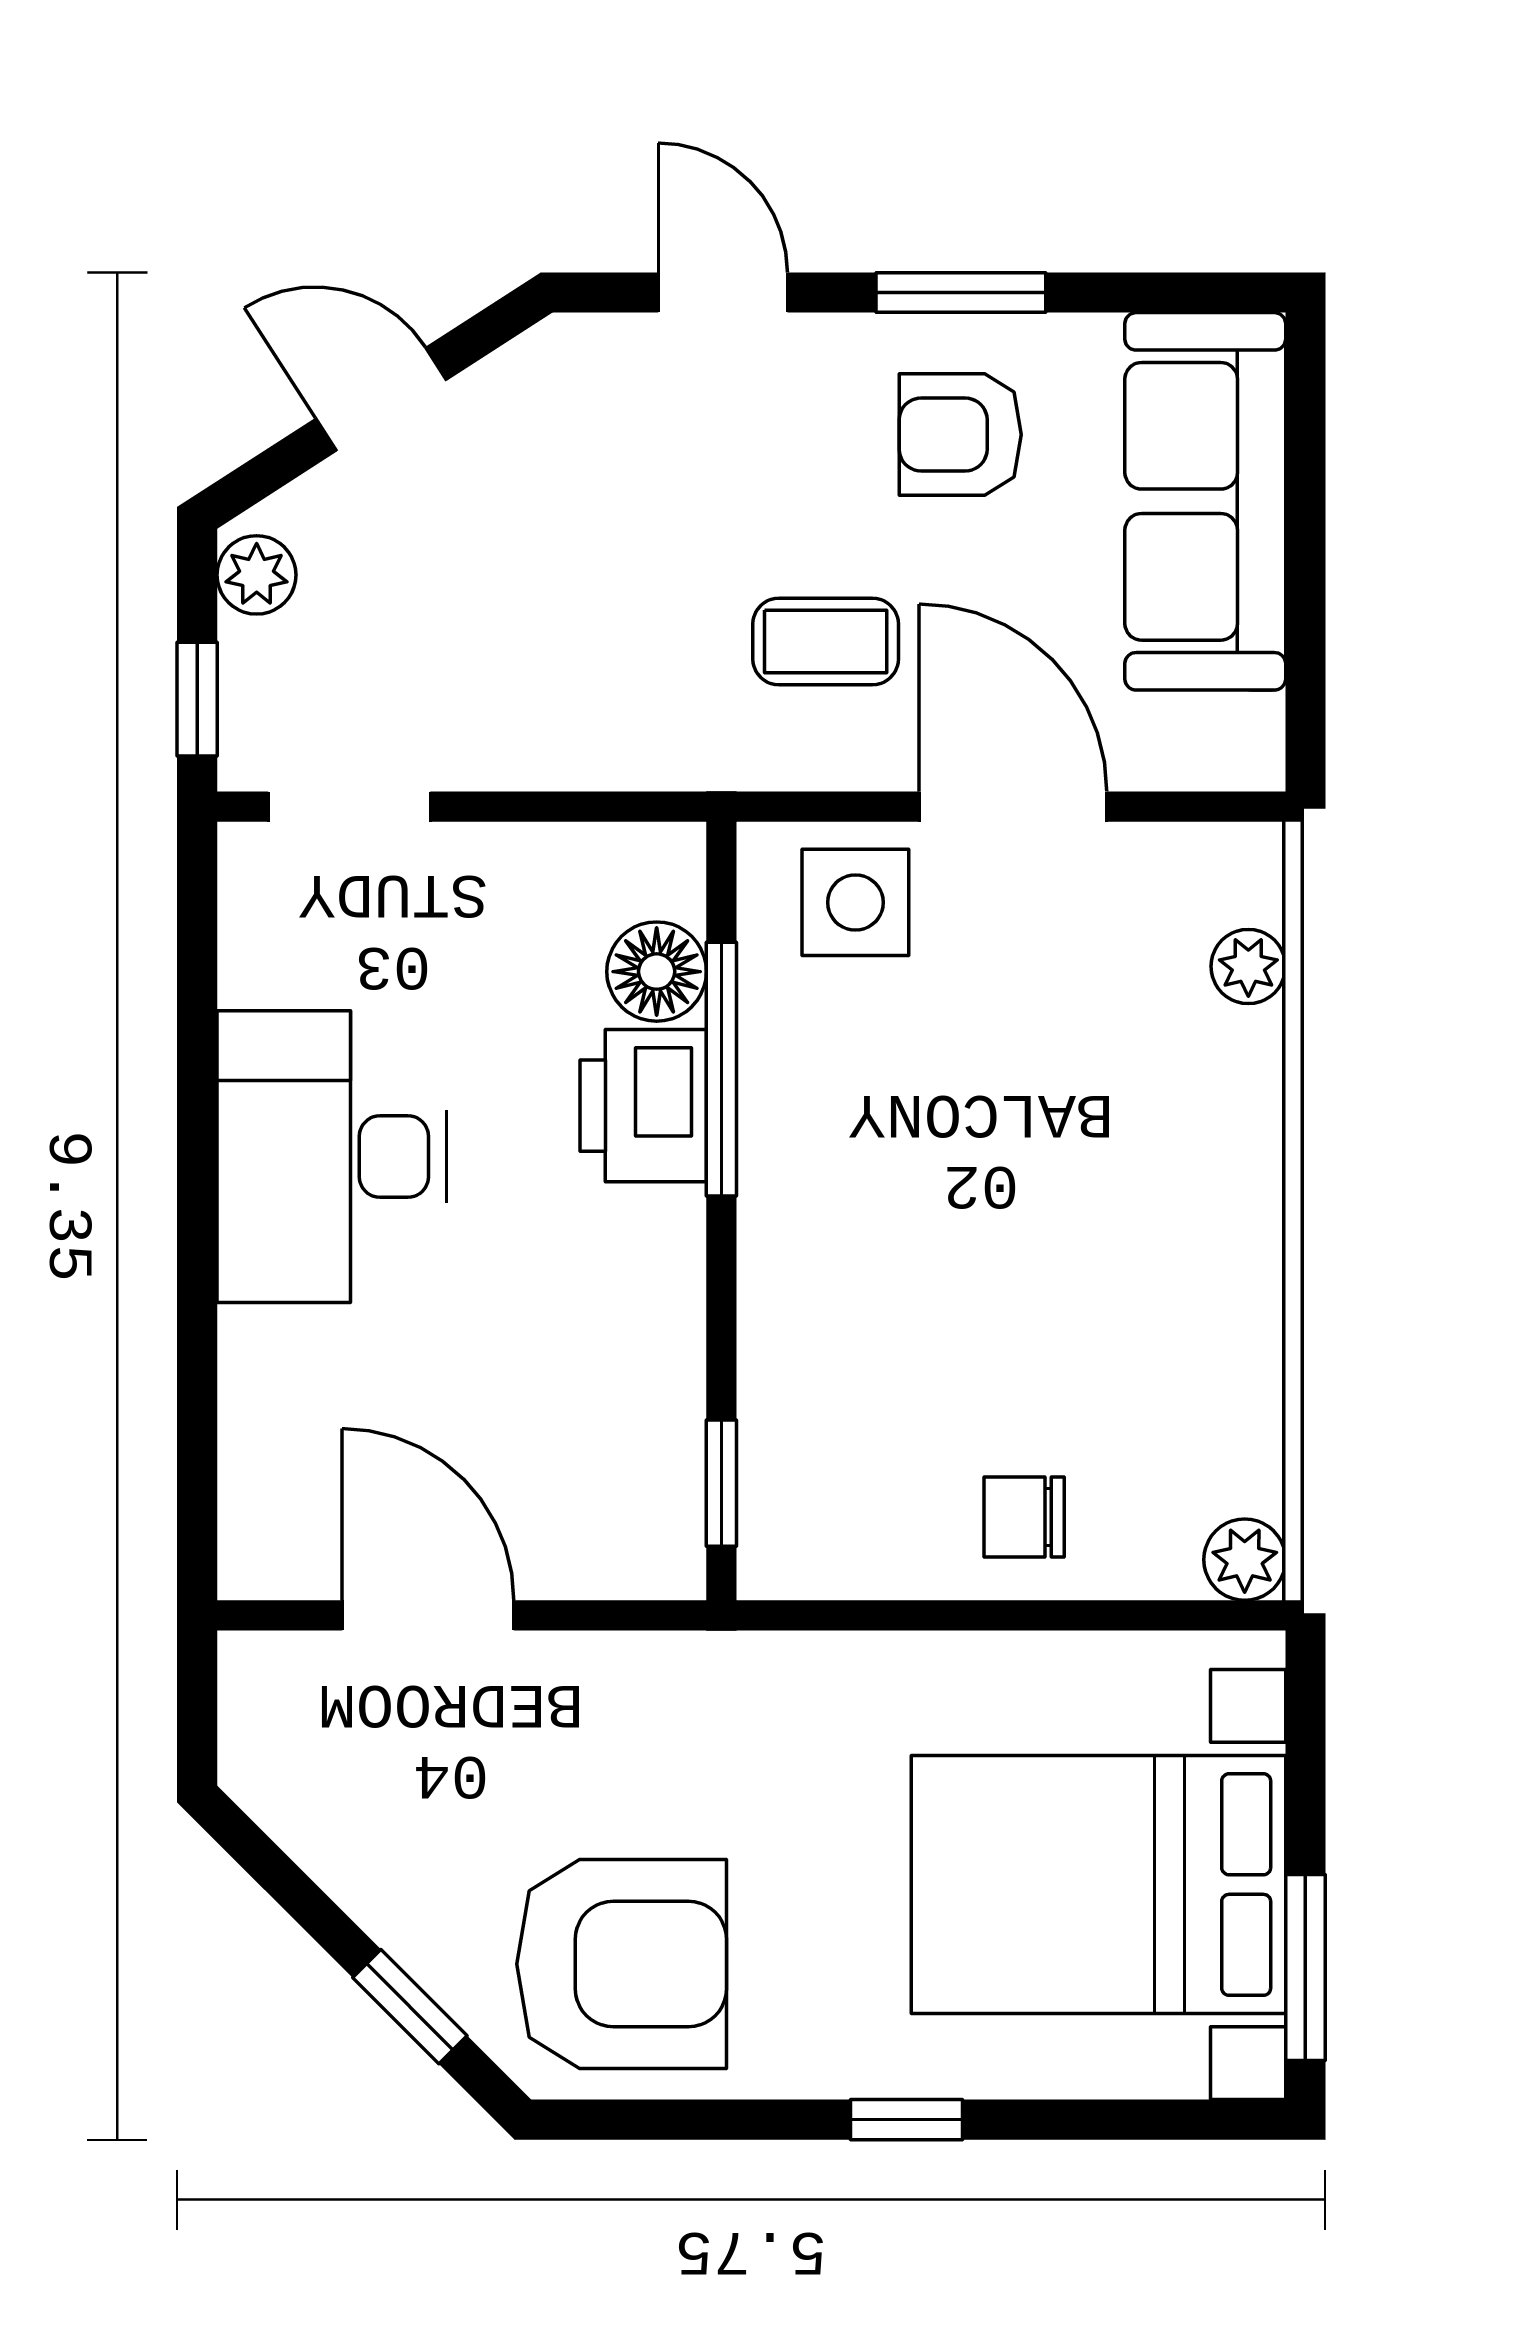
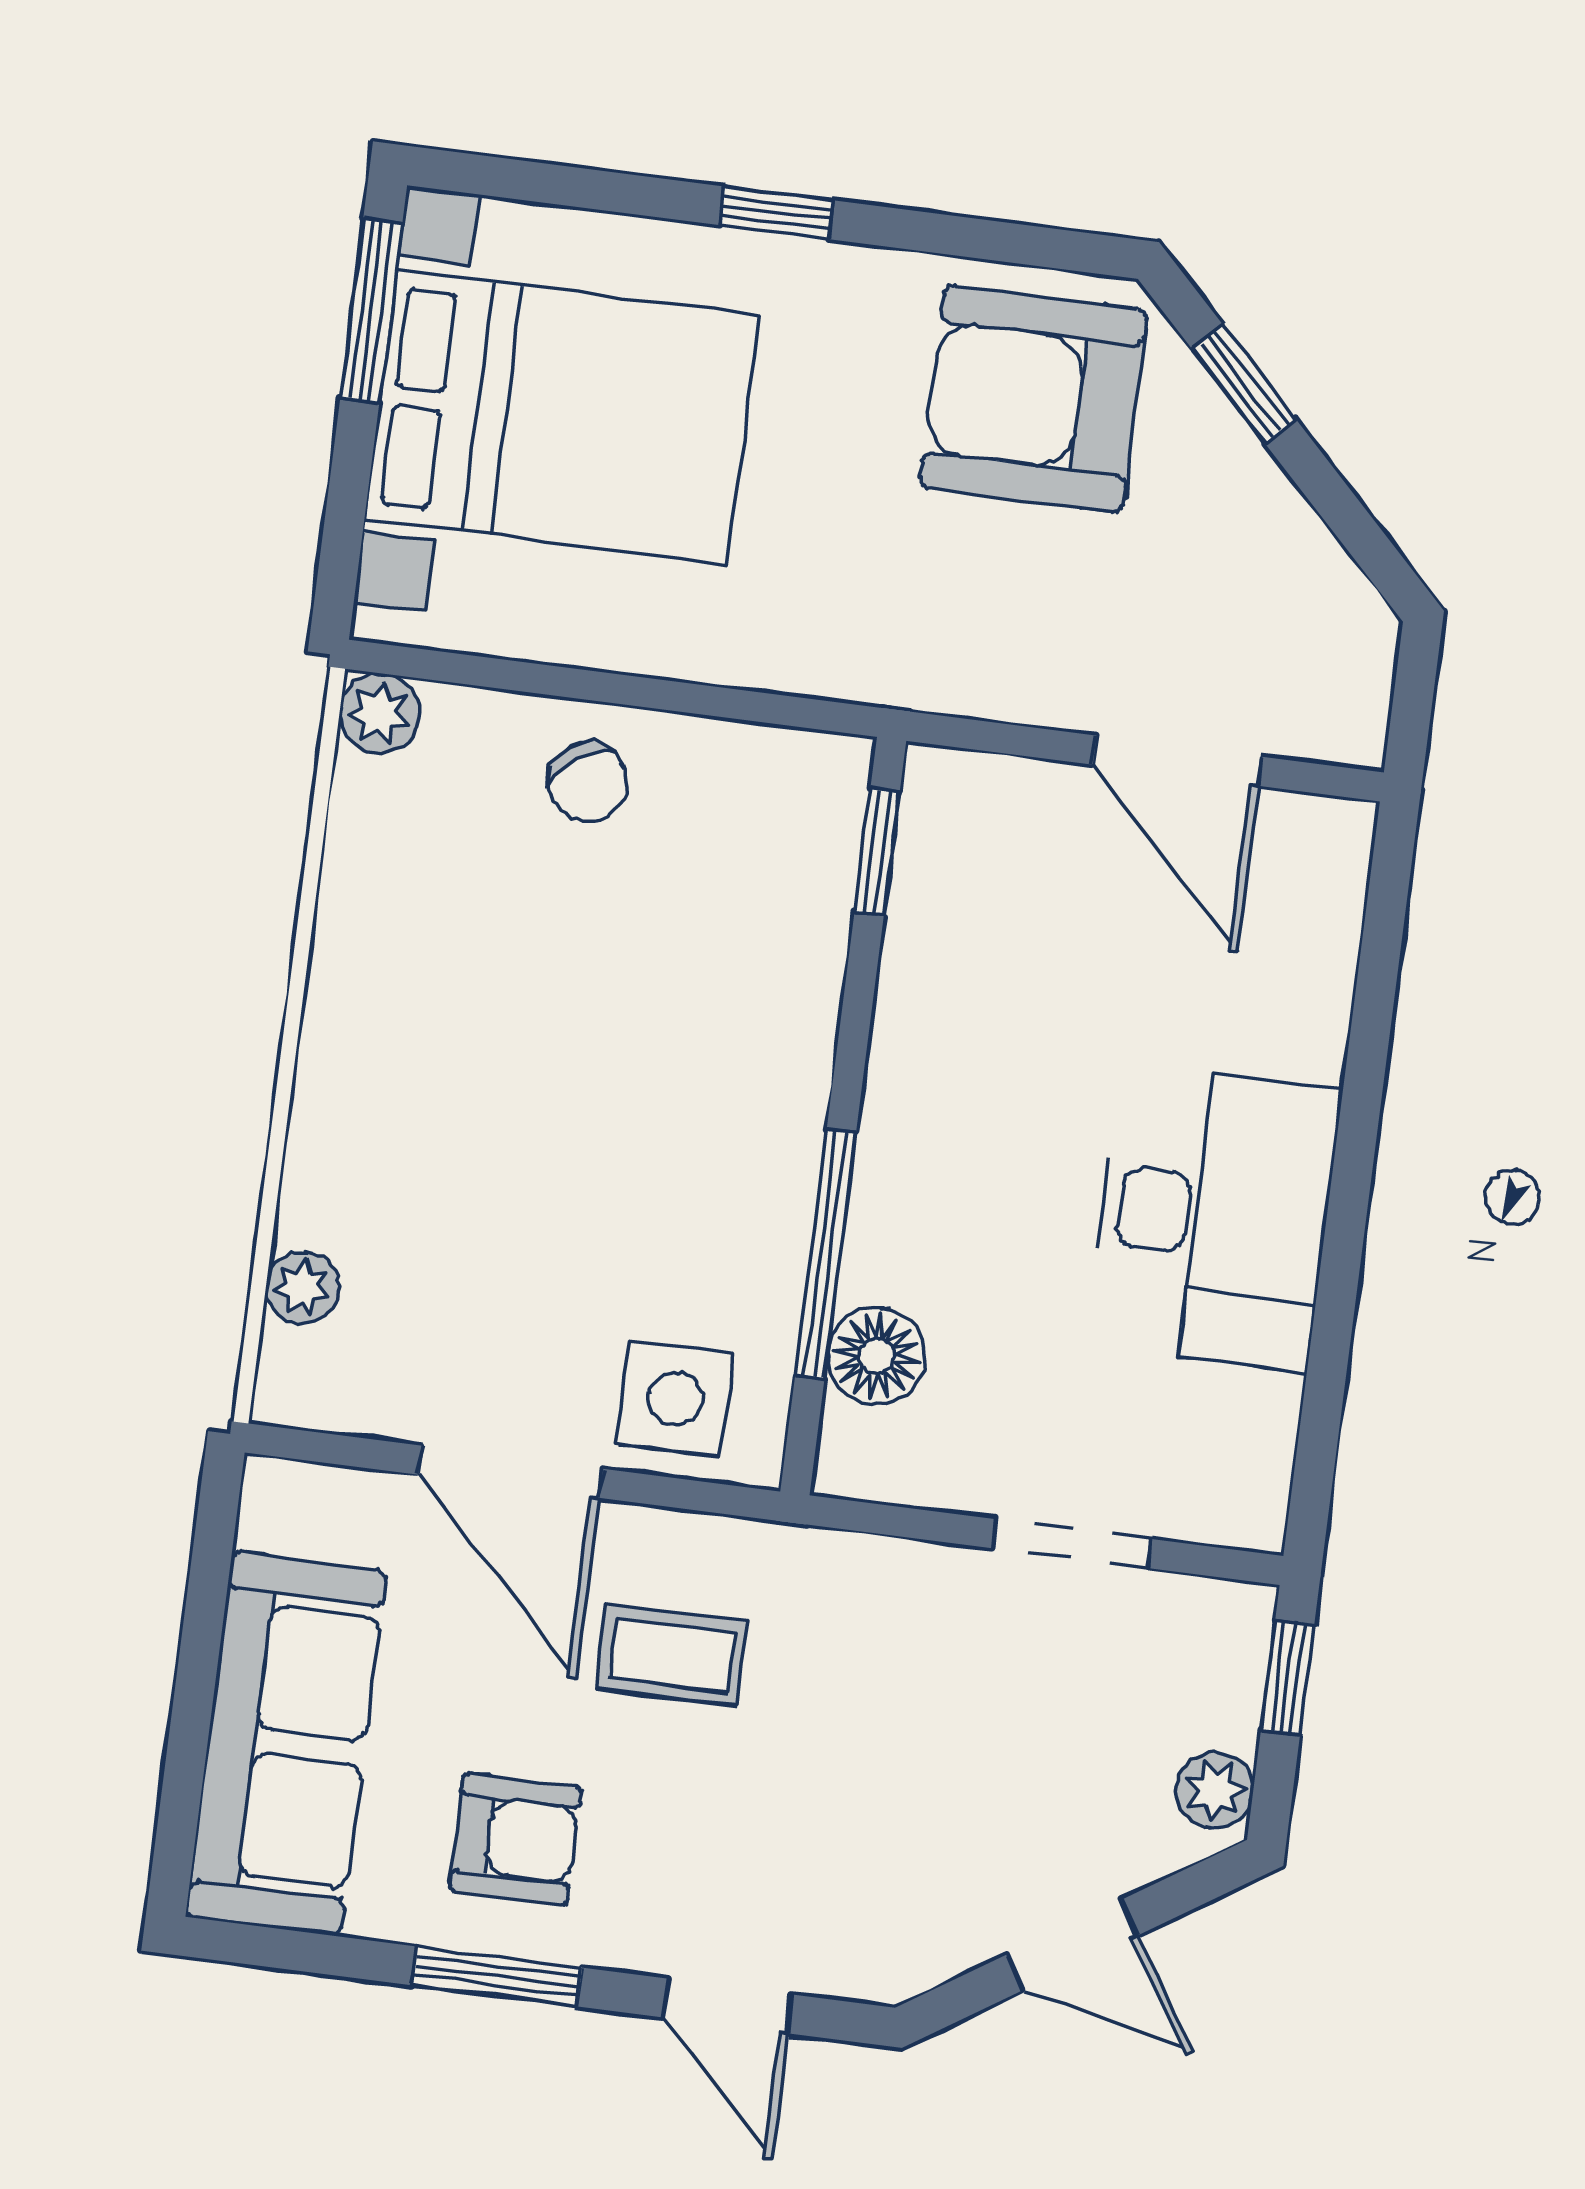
doorway: (349, 807) -> (1072, 1544), moved
printer: (643, 1106) -> (906, 1228), removed
chair: (1024, 1517) -> (588, 782), turned 55

